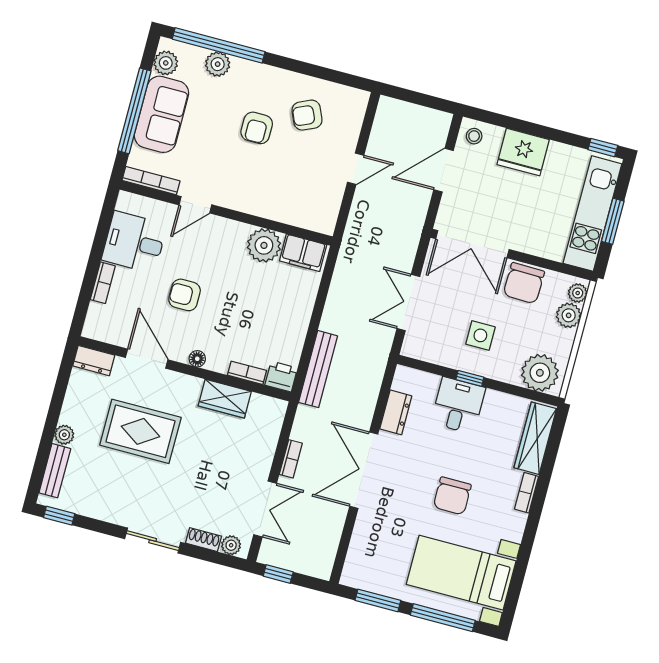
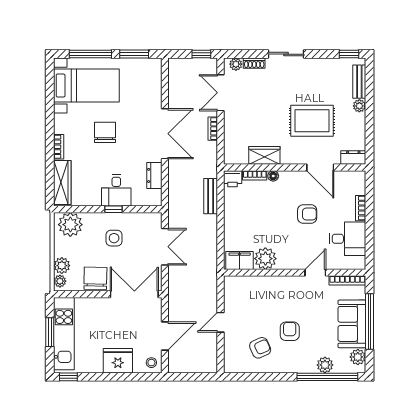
floor lamp: (197, 359) -> (273, 176), moved
bench: (318, 369) -> (211, 196), width x0.73

